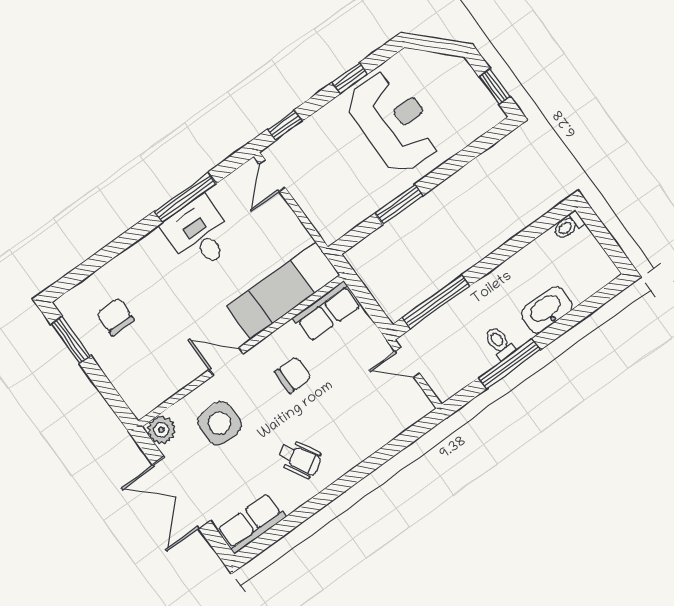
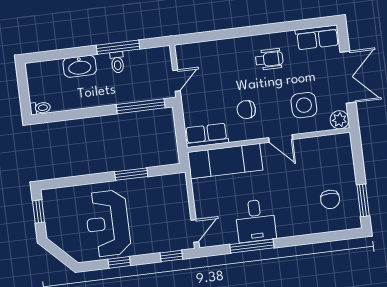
door: (407, 362) -> (176, 81), hinge flipped
wheelchair: (299, 459) -> (269, 59), turned 119

